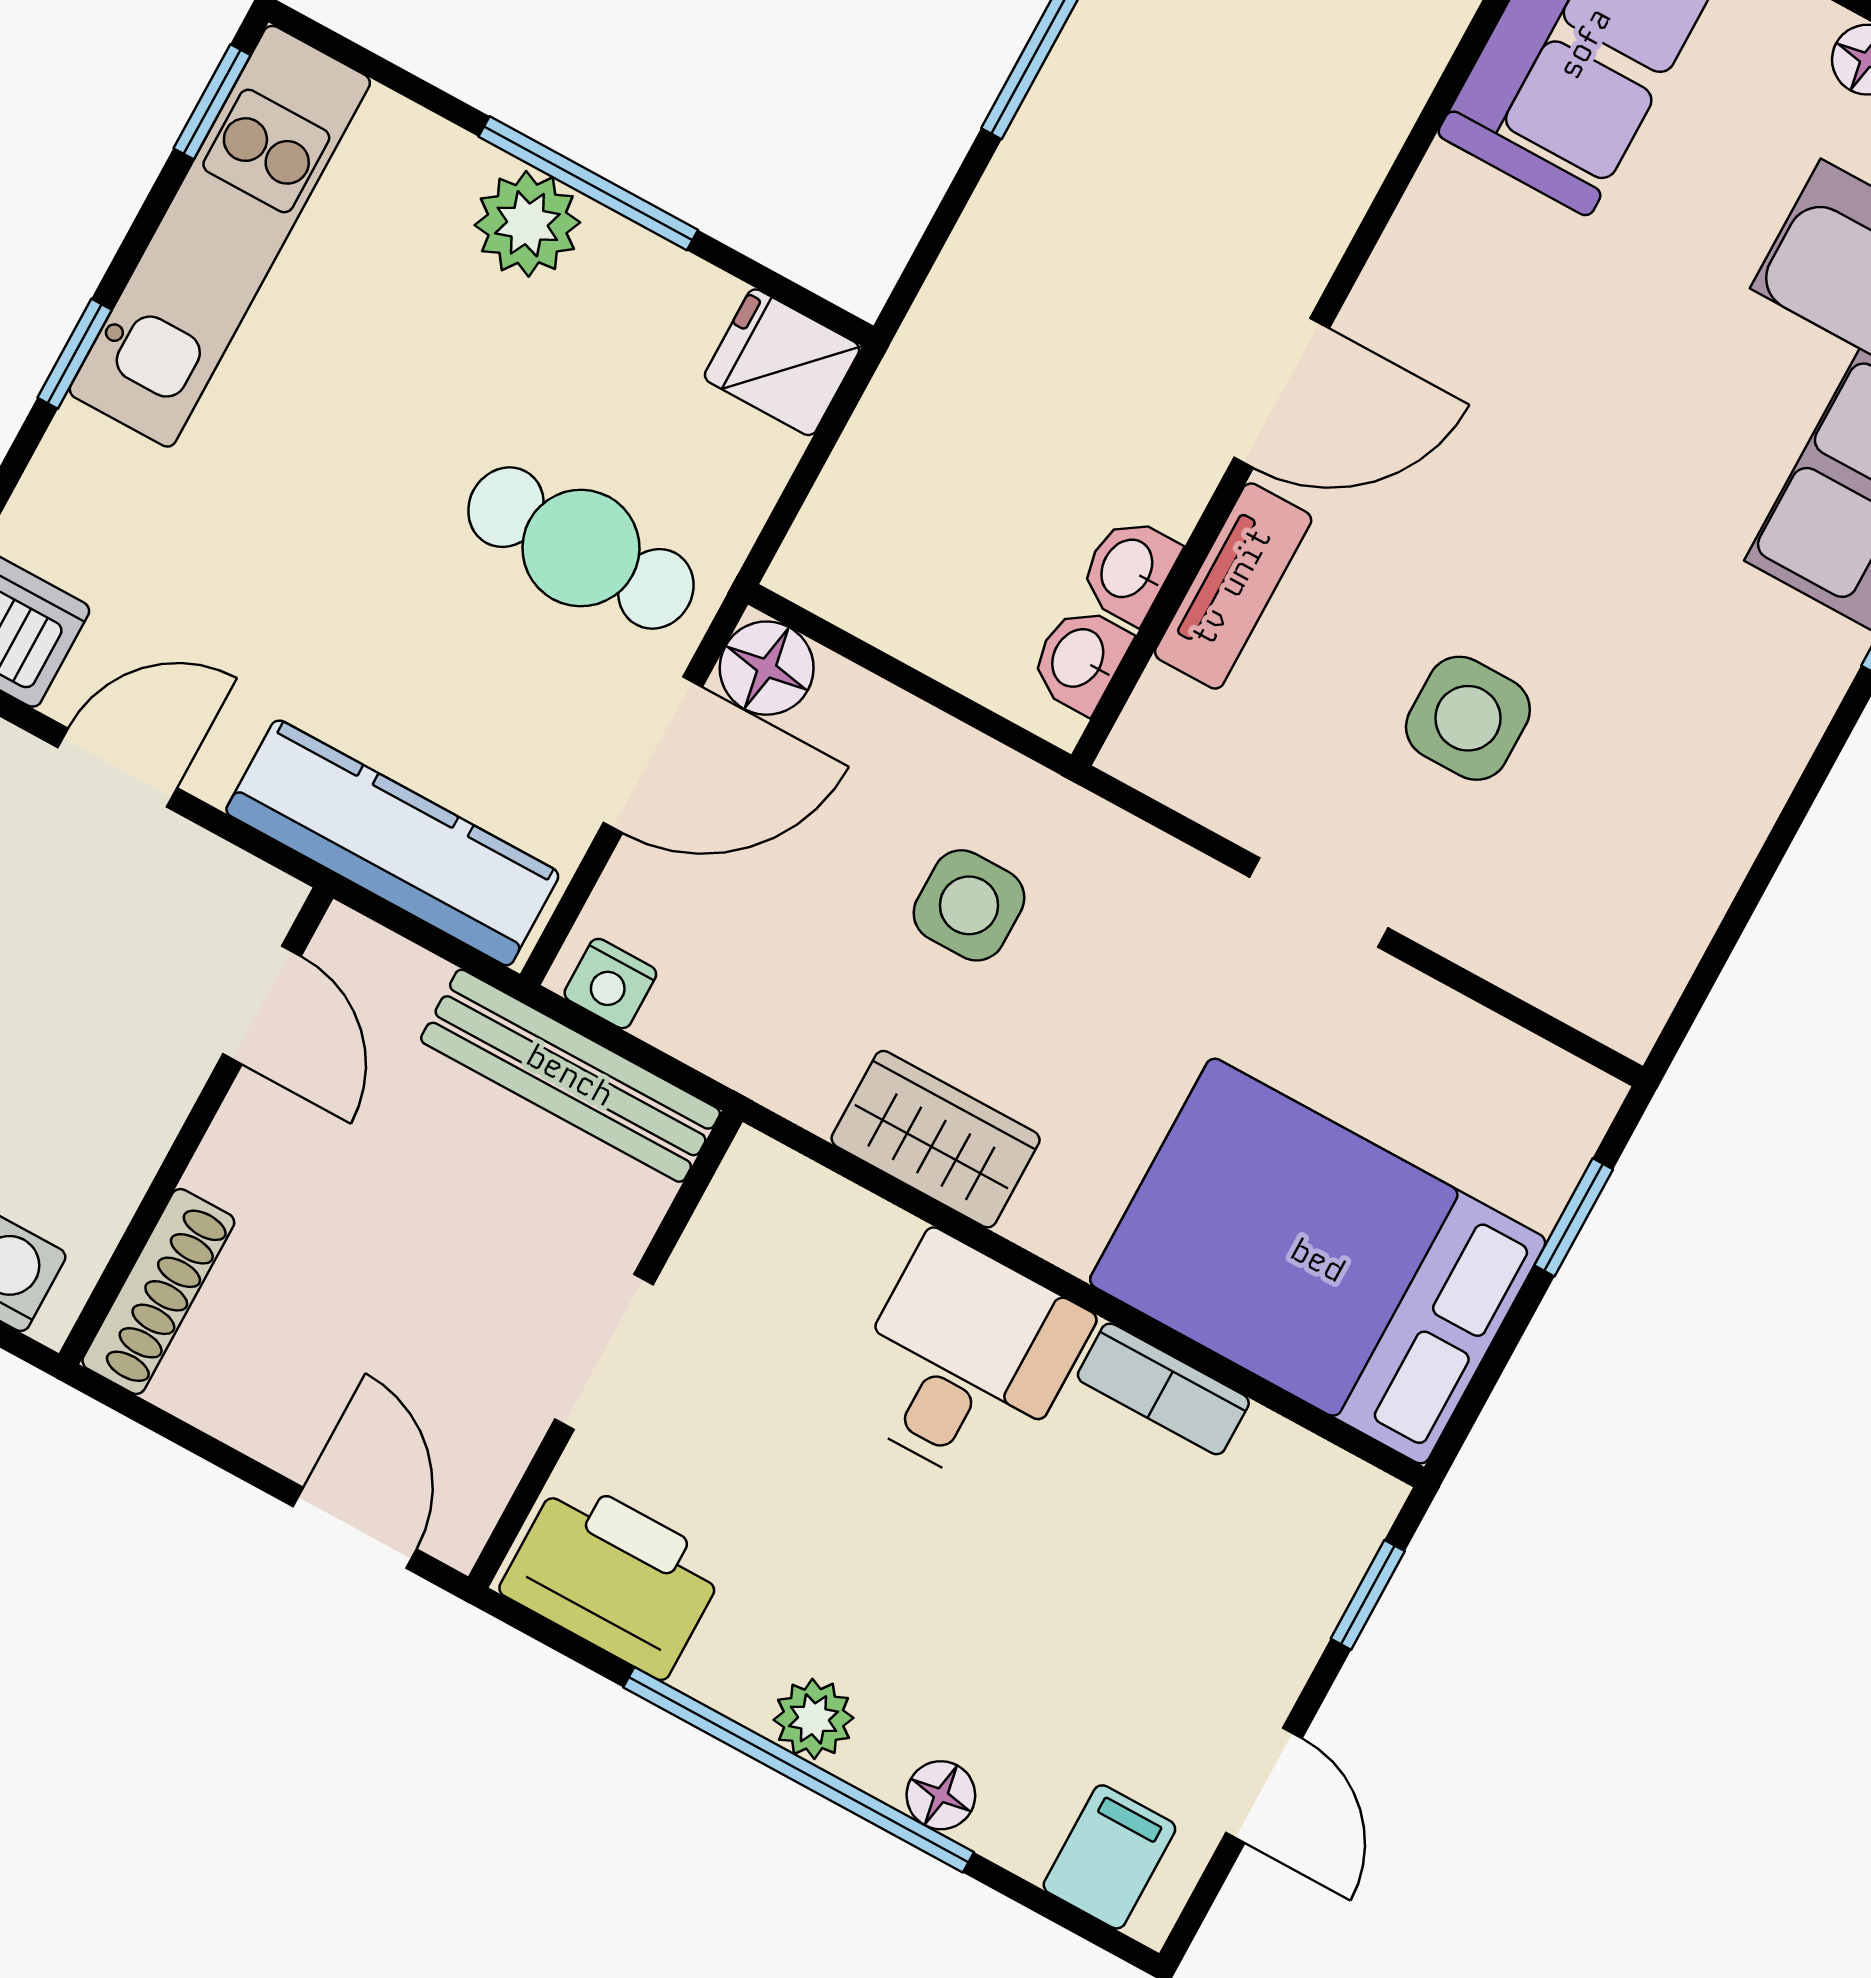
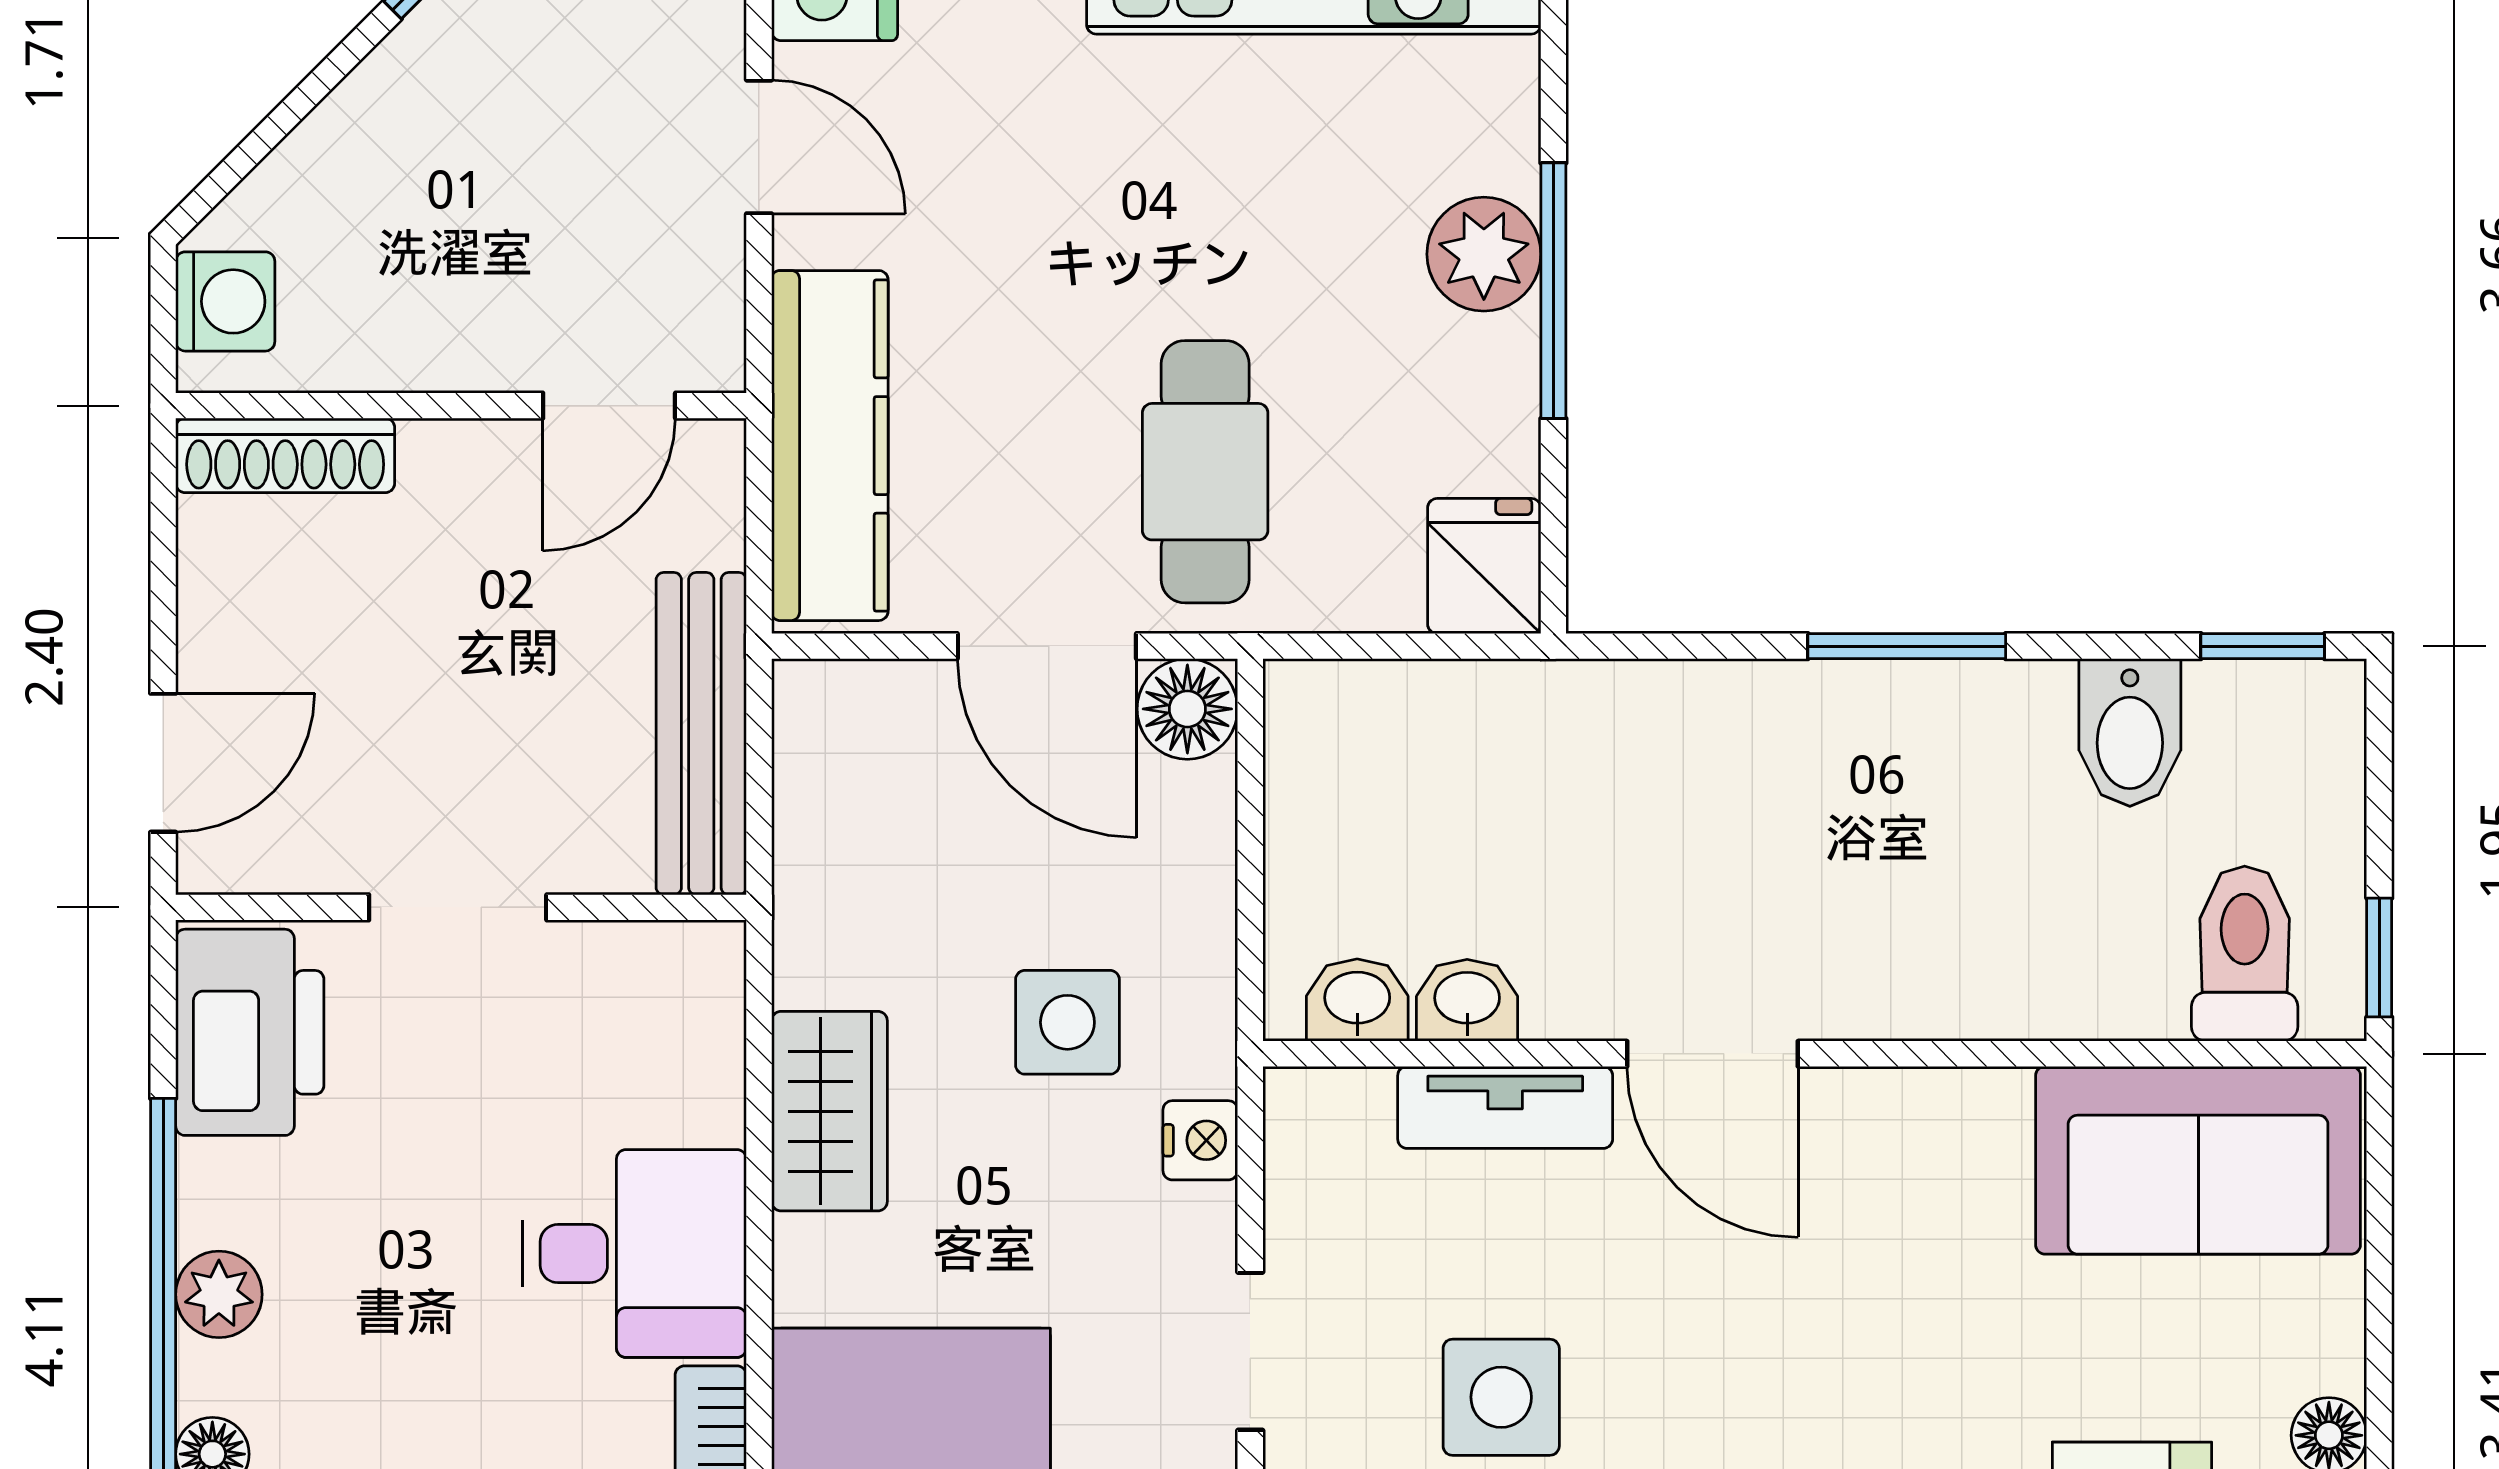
nightstand: (610, 984) -> (1200, 1140), moved, turned 180

